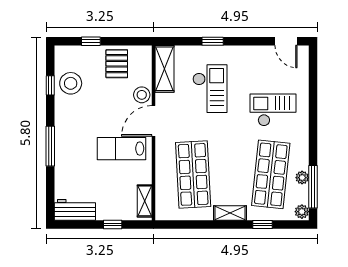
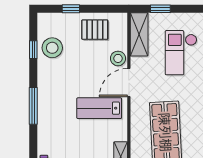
window: (213, 41) -> (160, 9), moved
pallet: (117, 64) -> (95, 30), turned 90
checkout: (210, 89) -> (181, 53), turned 180

